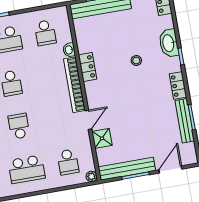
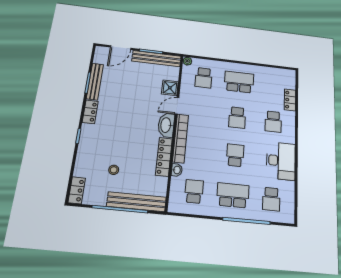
washbasin: (169, 43) -> (166, 125), moved, turned 180
stool: (136, 61) -> (114, 170), moved
locker: (88, 67) -> (164, 157), width x1.53
school desk: (68, 162) -> (204, 78), turned 180

